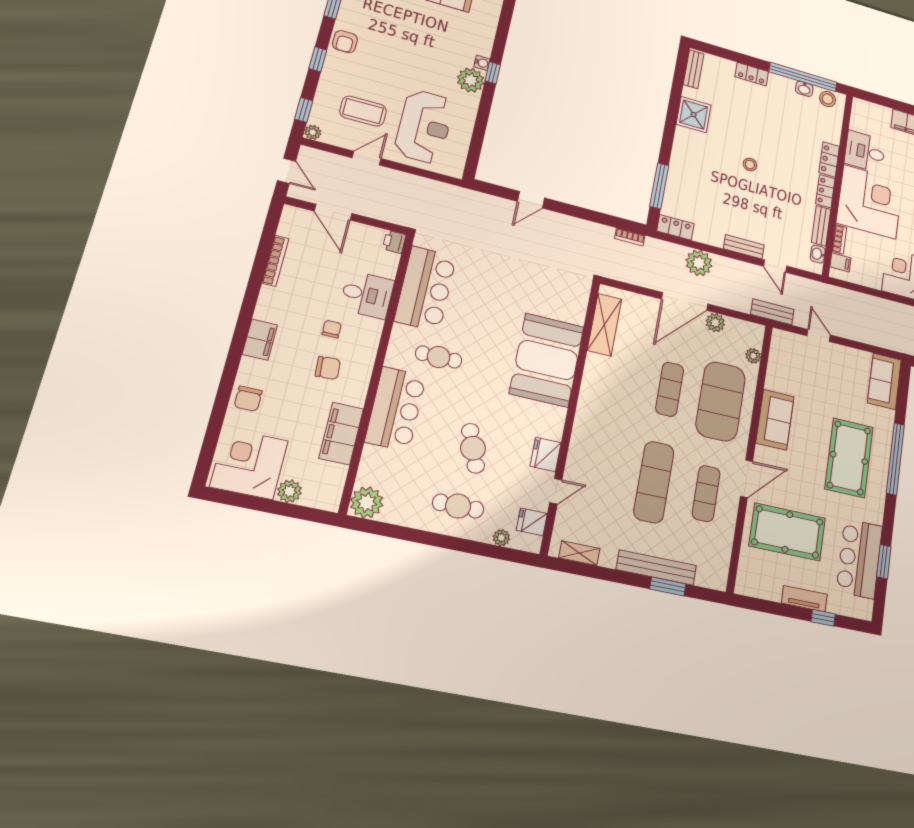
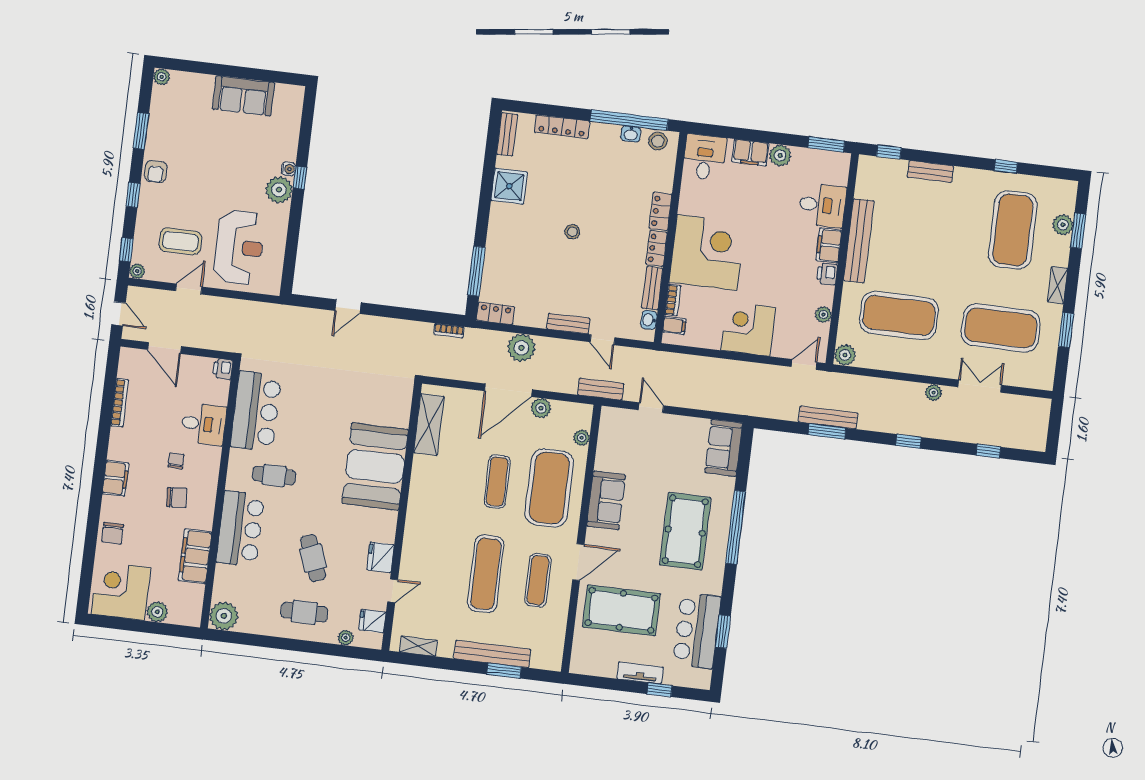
locker: (752, 74) -> (562, 127), width x1.53
desk: (865, 152) -> (705, 157), moved, turned 90

